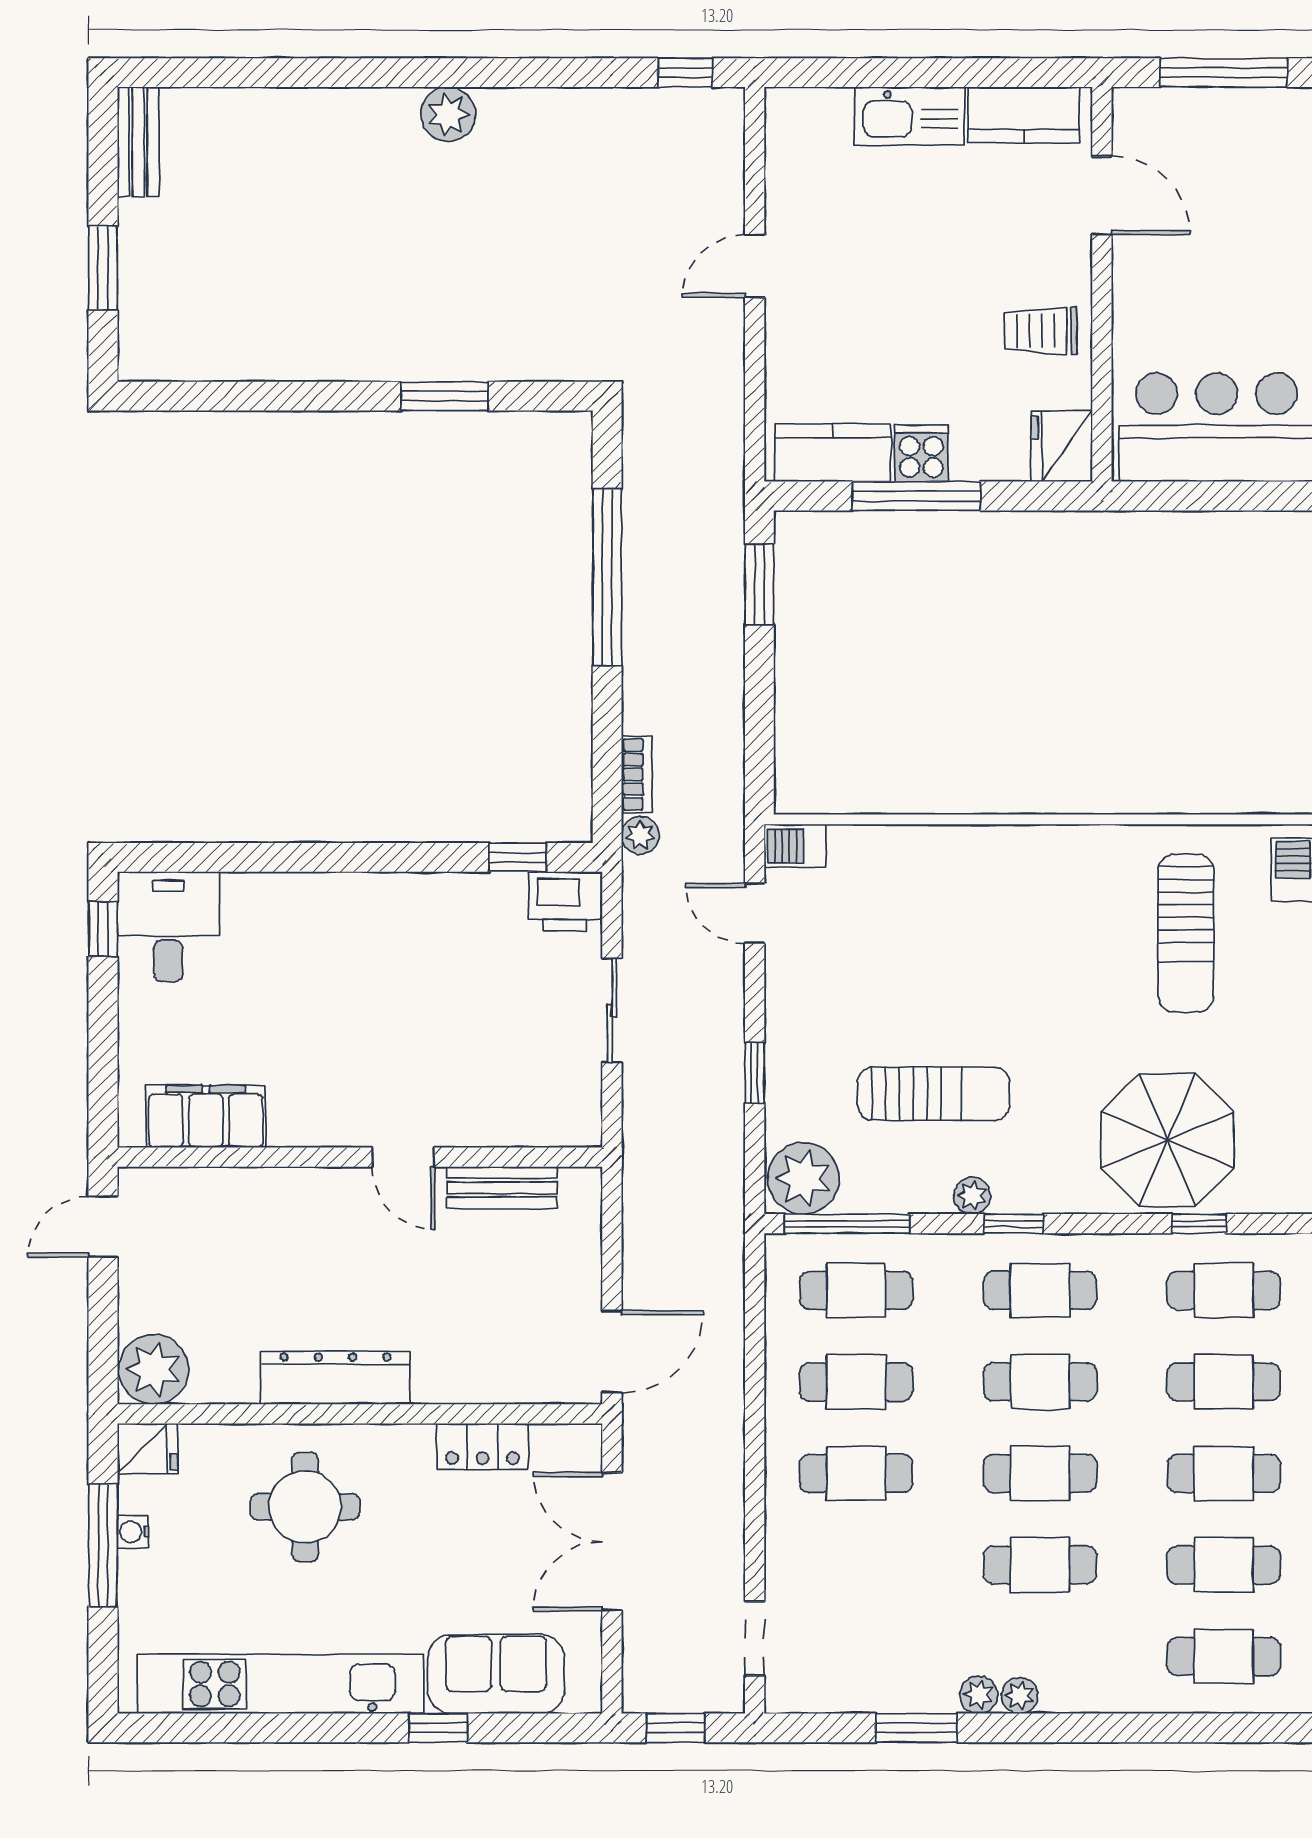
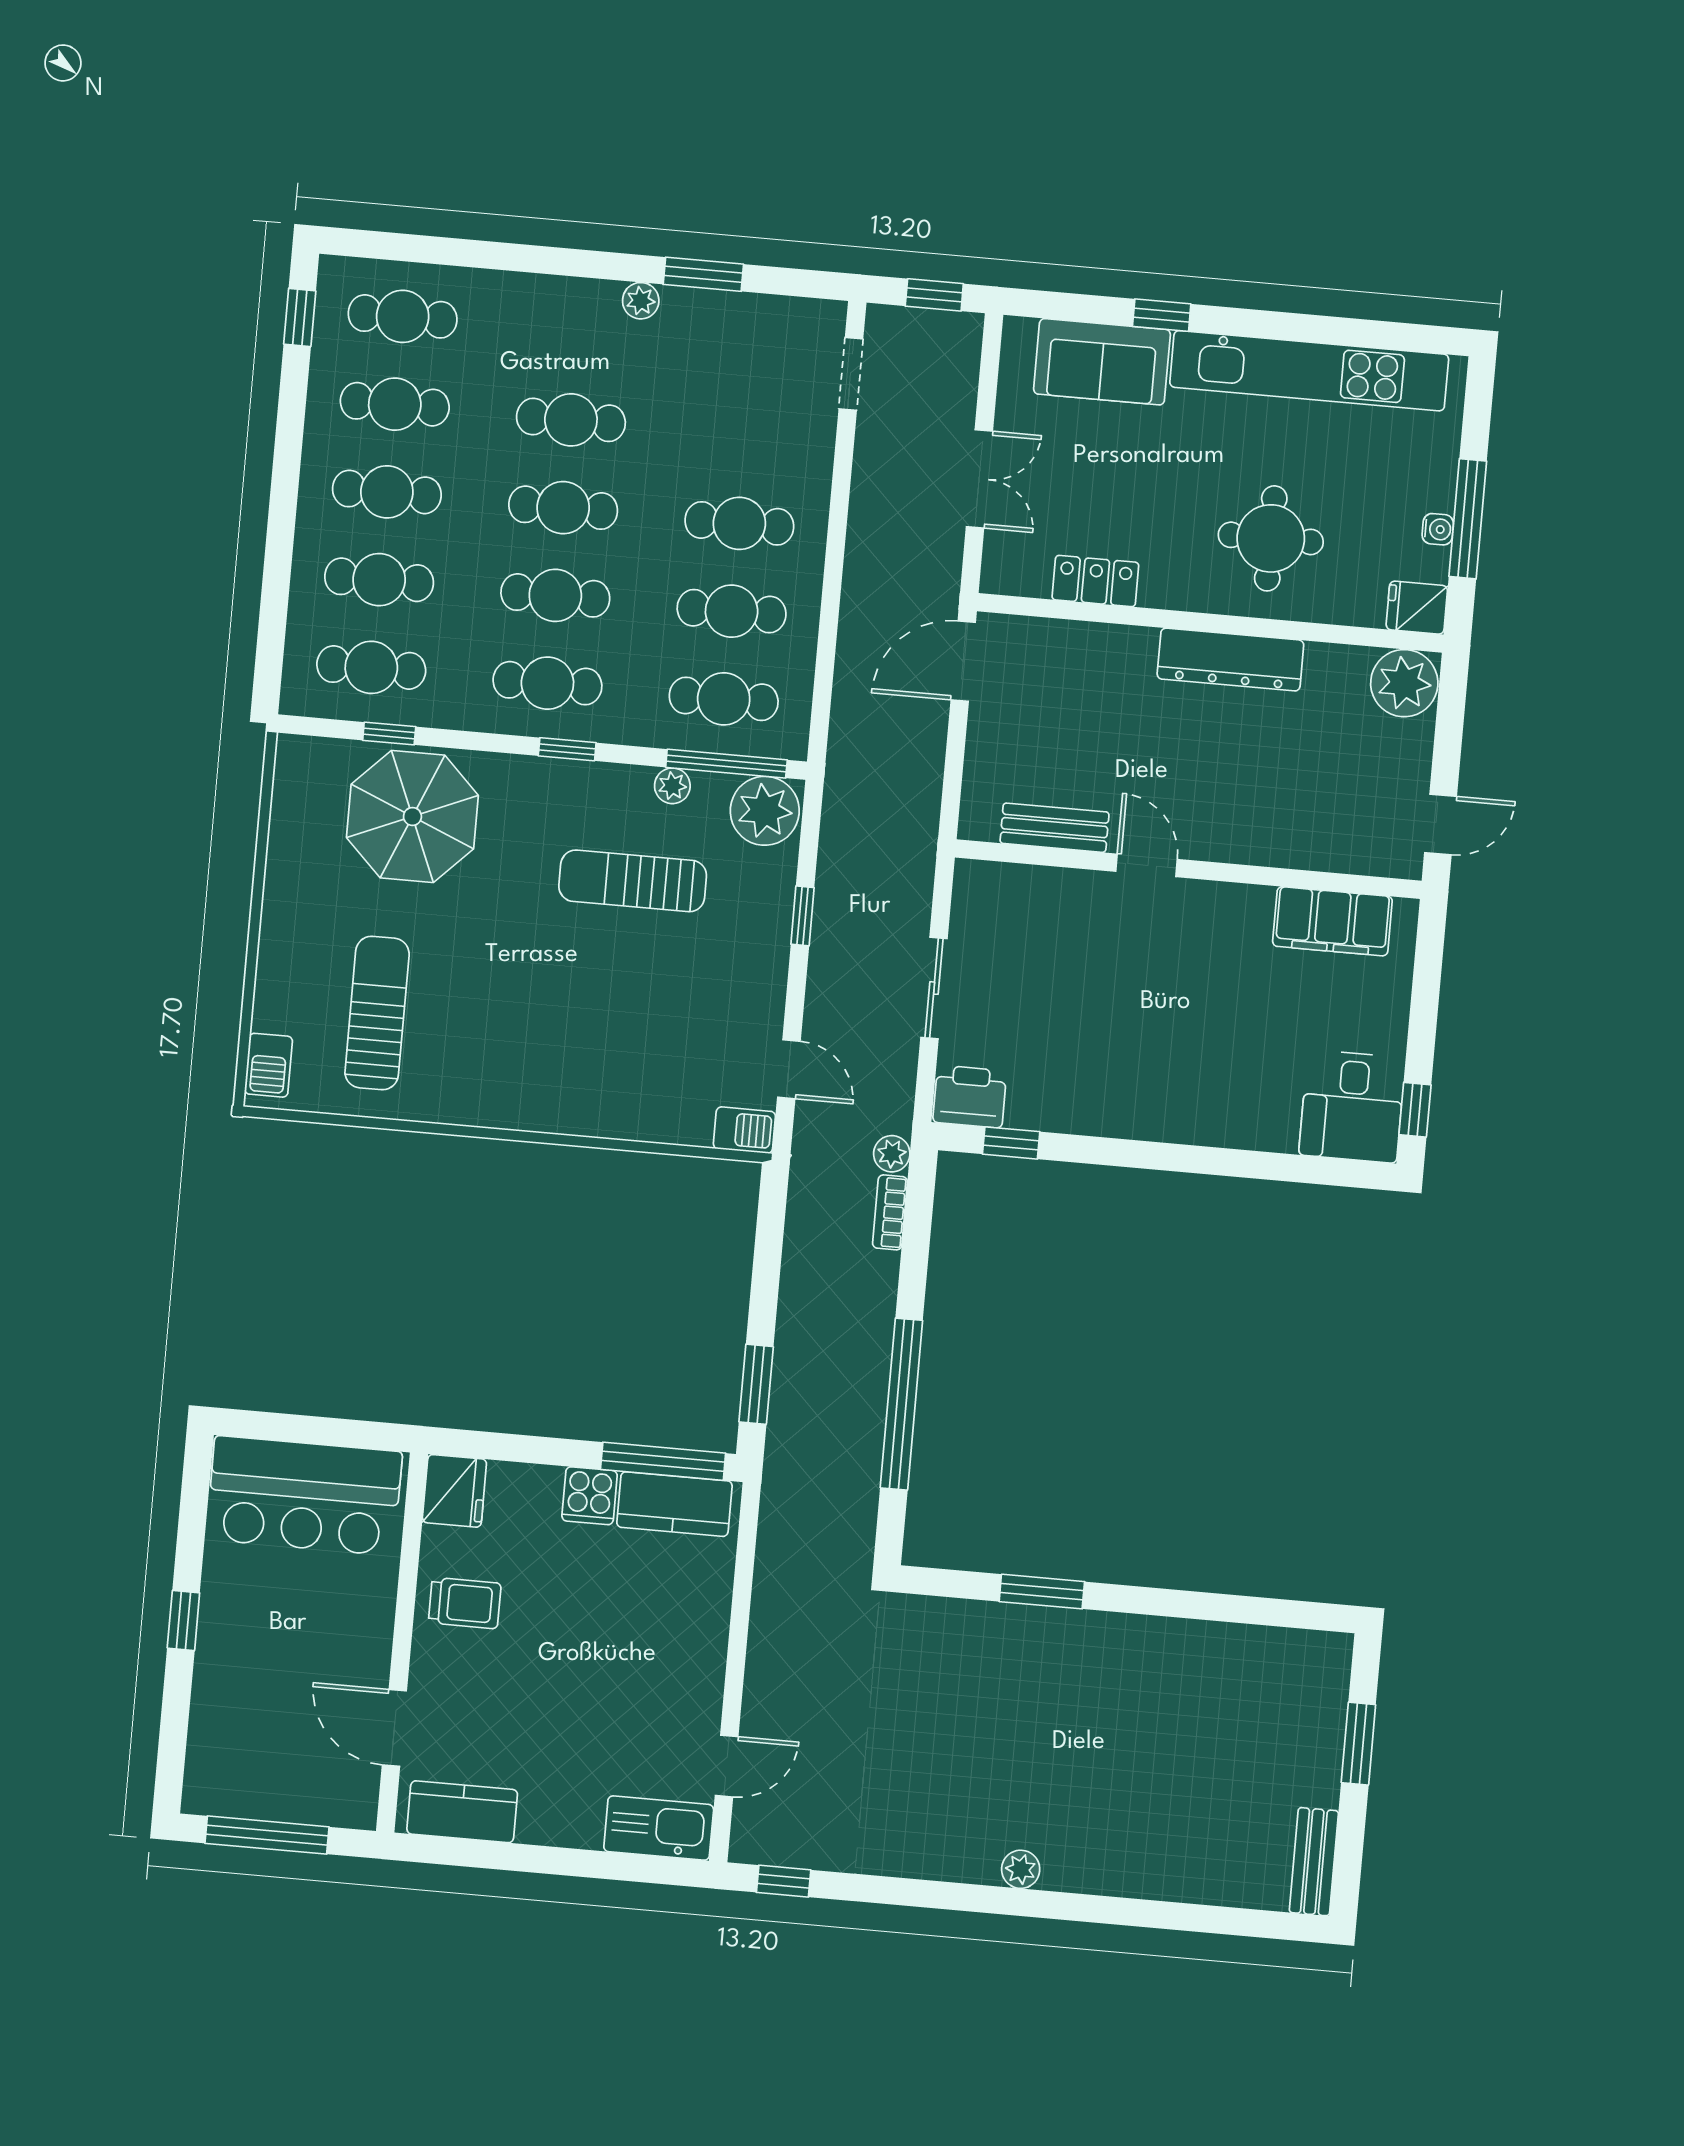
plant: (448, 114) -> (1021, 1869), width x0.73, depth x0.73
kitchen sink: (909, 116) -> (659, 1828), moved
door: (755, 266) -> (727, 1766), moved
window: (916, 496) -> (663, 1461), moved
plant: (972, 1196) -> (672, 786), moved
double door: (612, 1542) -> (979, 479), width x0.73
plant: (1020, 1695) -> (602, 296), removed

